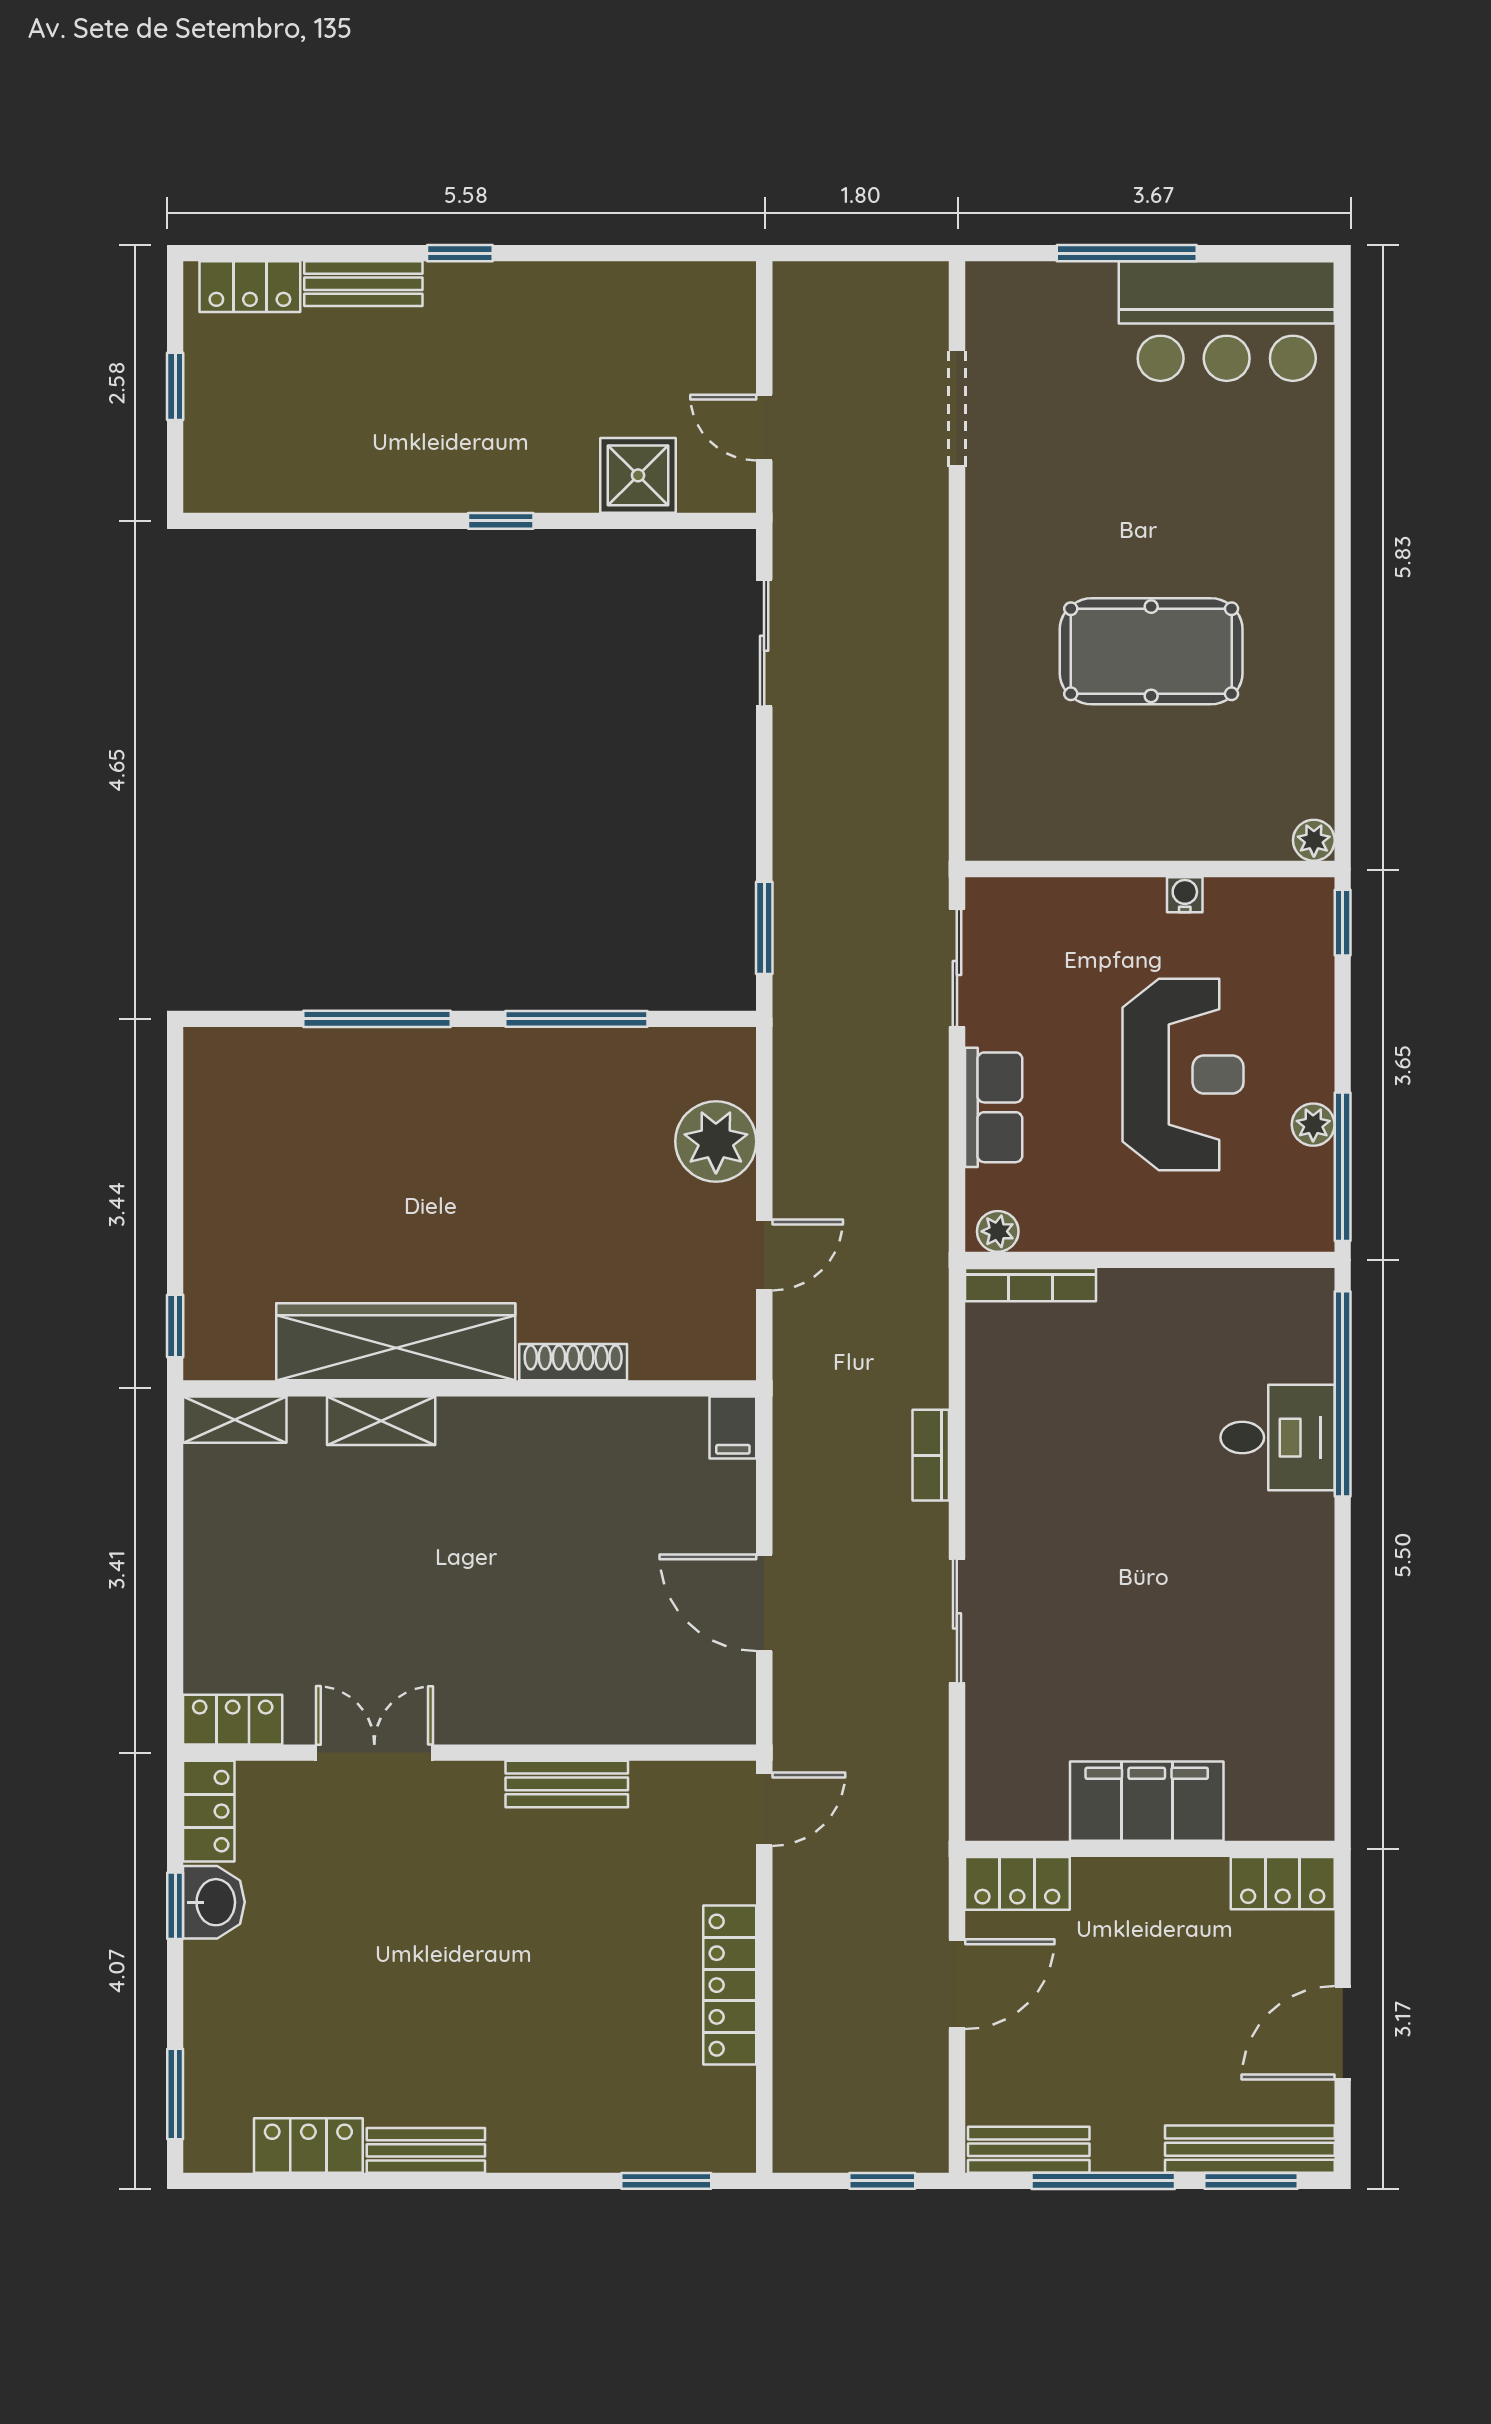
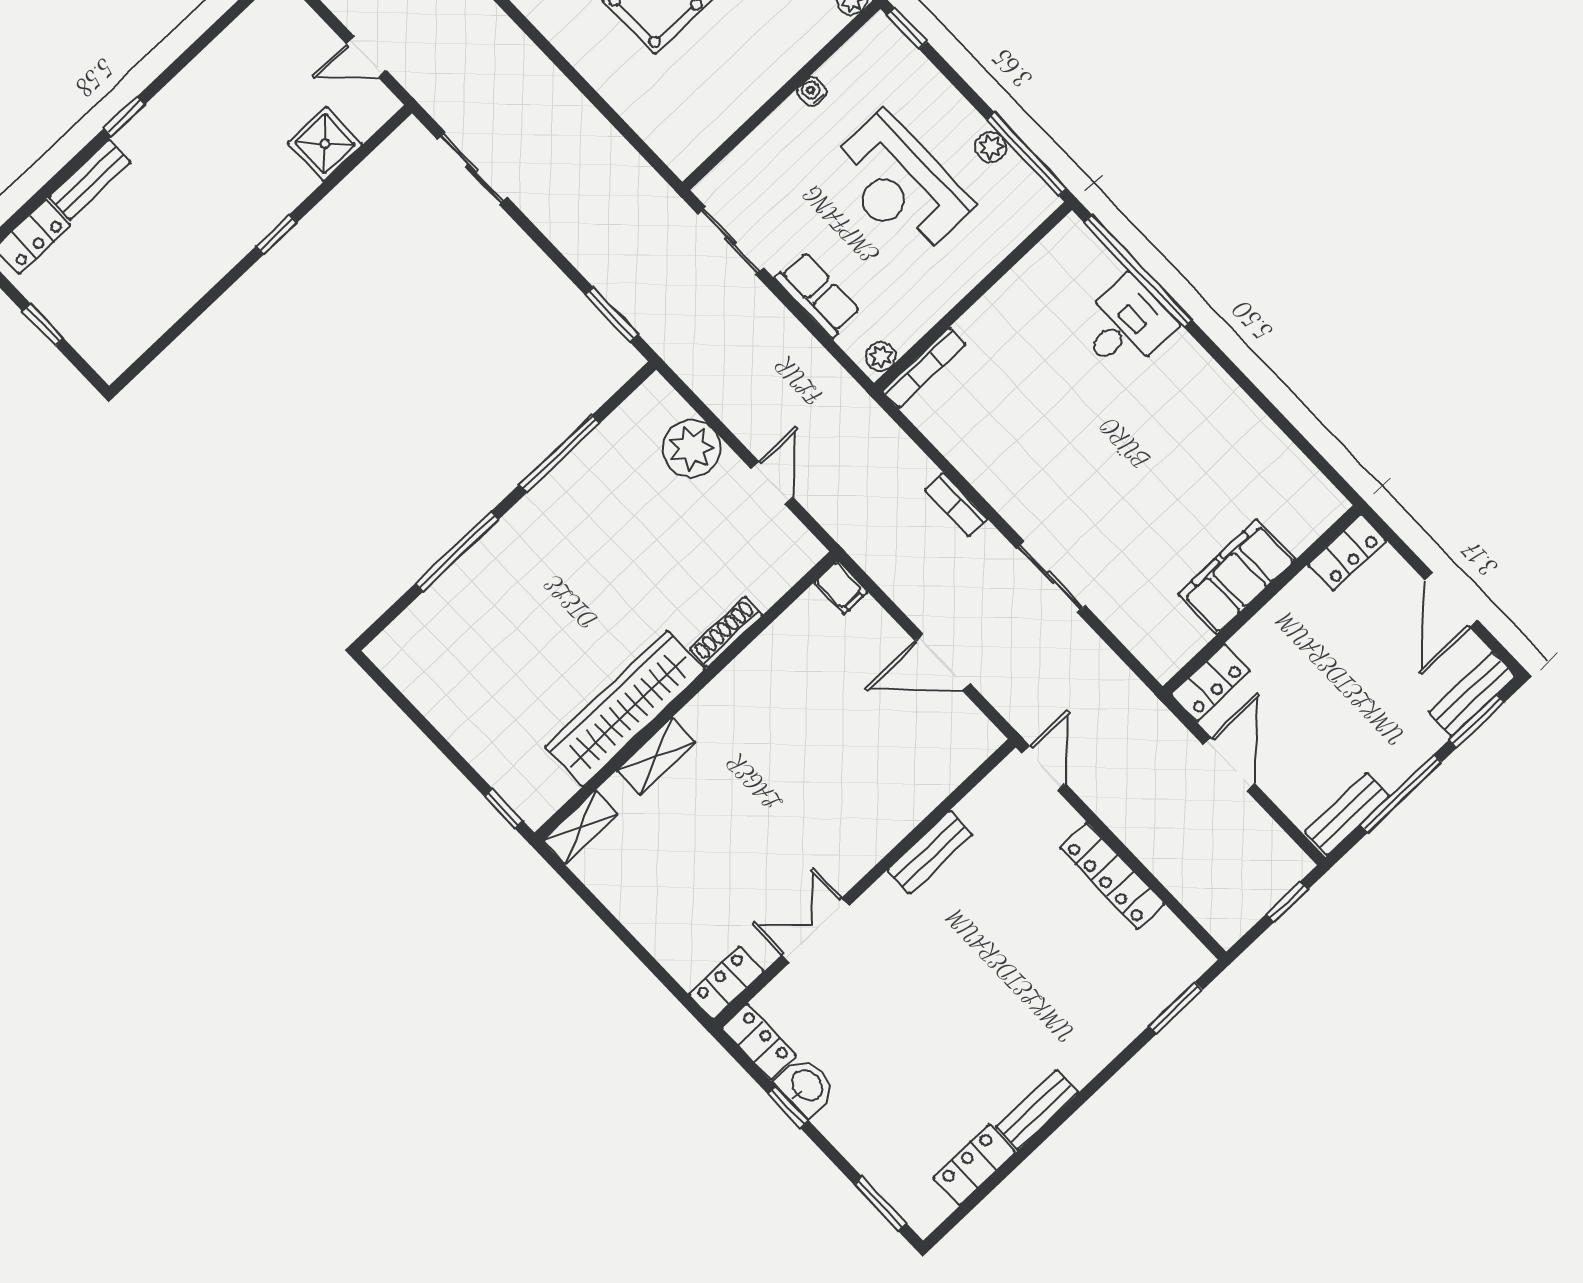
reception desk: (1183, 1074) -> (899, 185), turned 180
bench: (1250, 2149) -> (1472, 694), width x0.73

